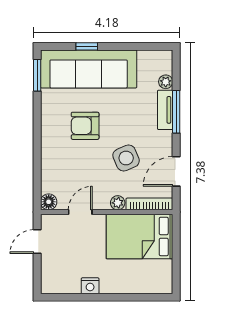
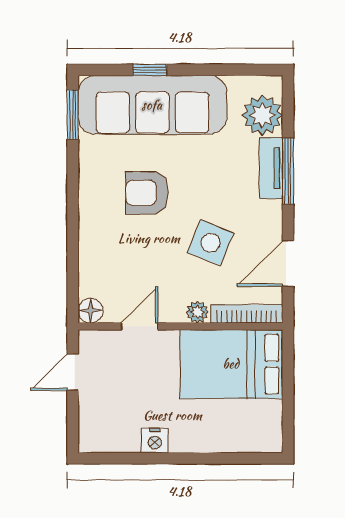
plant: (166, 82) -> (262, 115), width x1.88, depth x1.88
side table: (126, 158) -> (210, 243), turned 45

